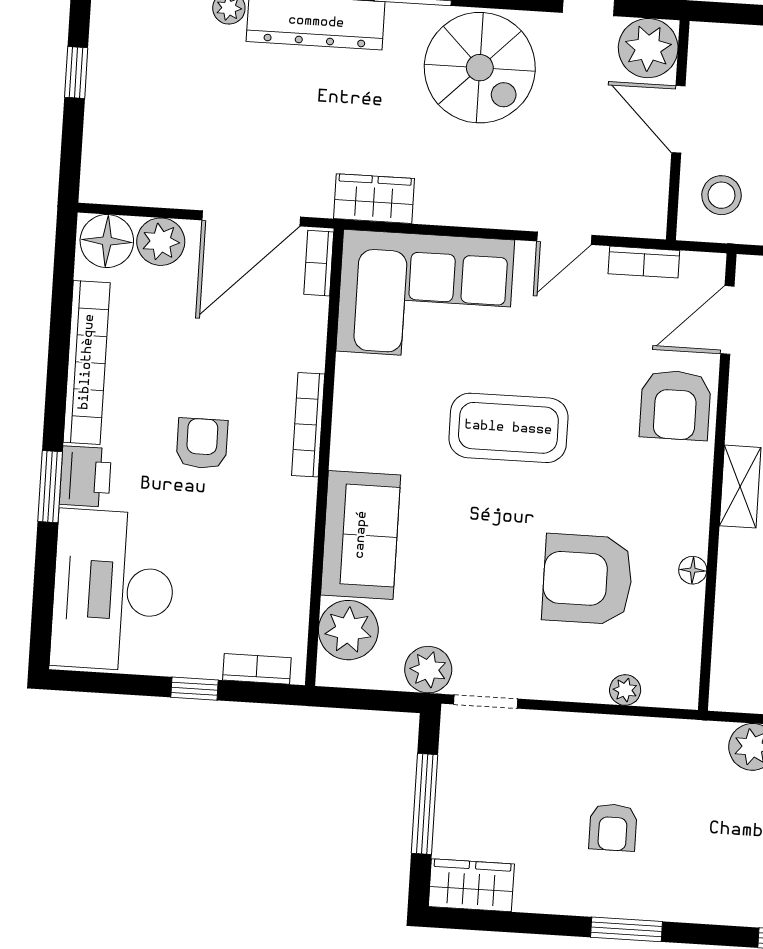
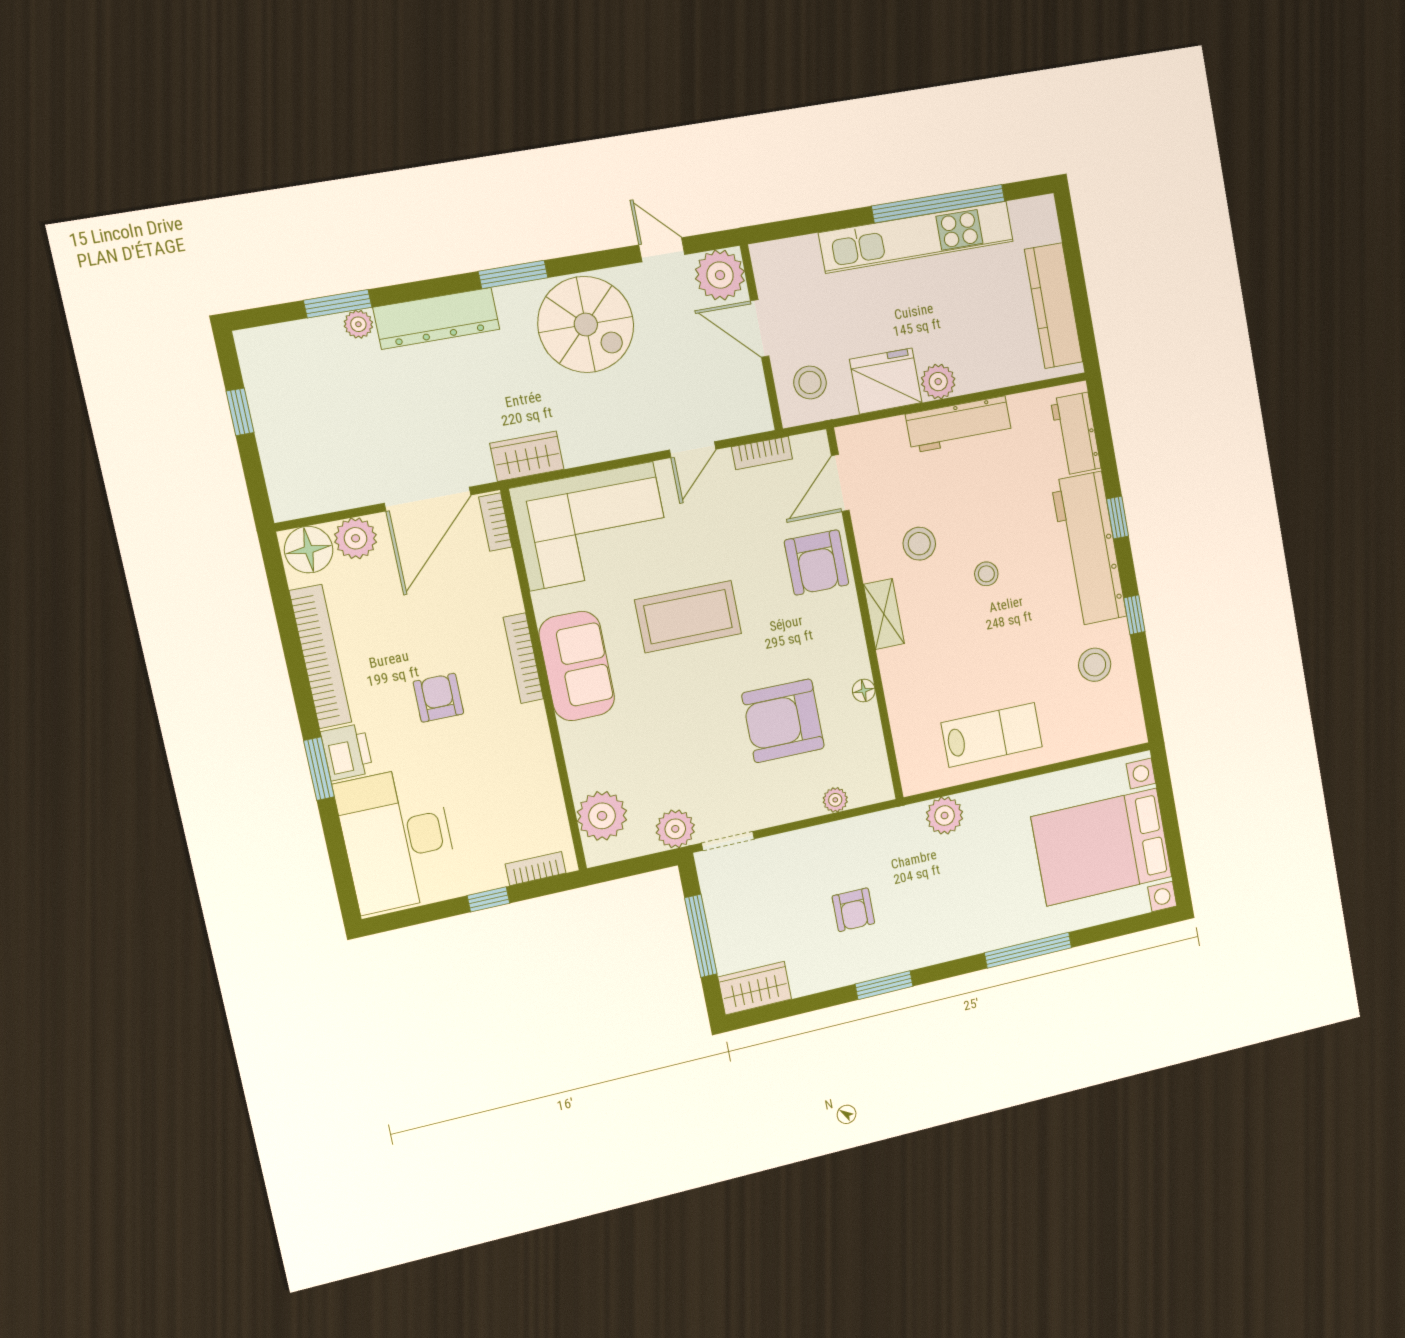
sofa: (361, 535) -> (577, 666), moved

